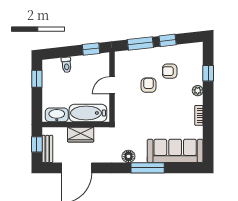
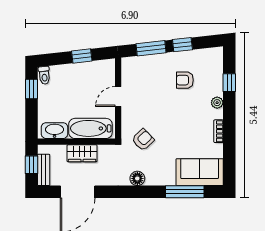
window: (91, 49) -> (82, 56), moved
toilet: (66, 65) -> (44, 75), moved
armchair: (149, 85) -> (143, 140), moved, turned 46
sofa: (175, 151) -> (200, 172), width x0.73
window: (148, 168) -> (185, 192), moved

